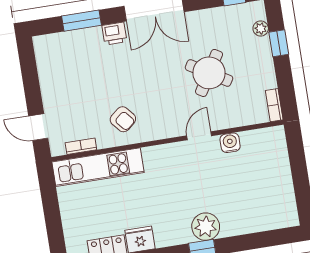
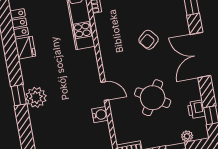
printer: (114, 34) -> (196, 109), moved
armchair: (123, 119) -> (149, 40), moved

